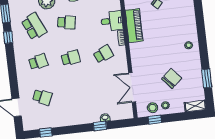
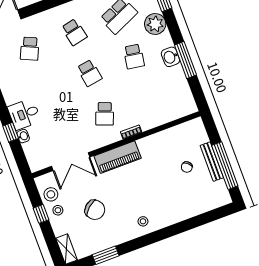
desk: (112, 21) -> (24, 114), moved, turned 90
piano: (134, 26) -> (118, 157), moved
school desk: (103, 54) -> (105, 114), turned 45
double door: (132, 87) -> (71, 162), swing flipped
window: (155, 120) -> (41, 214), moved

